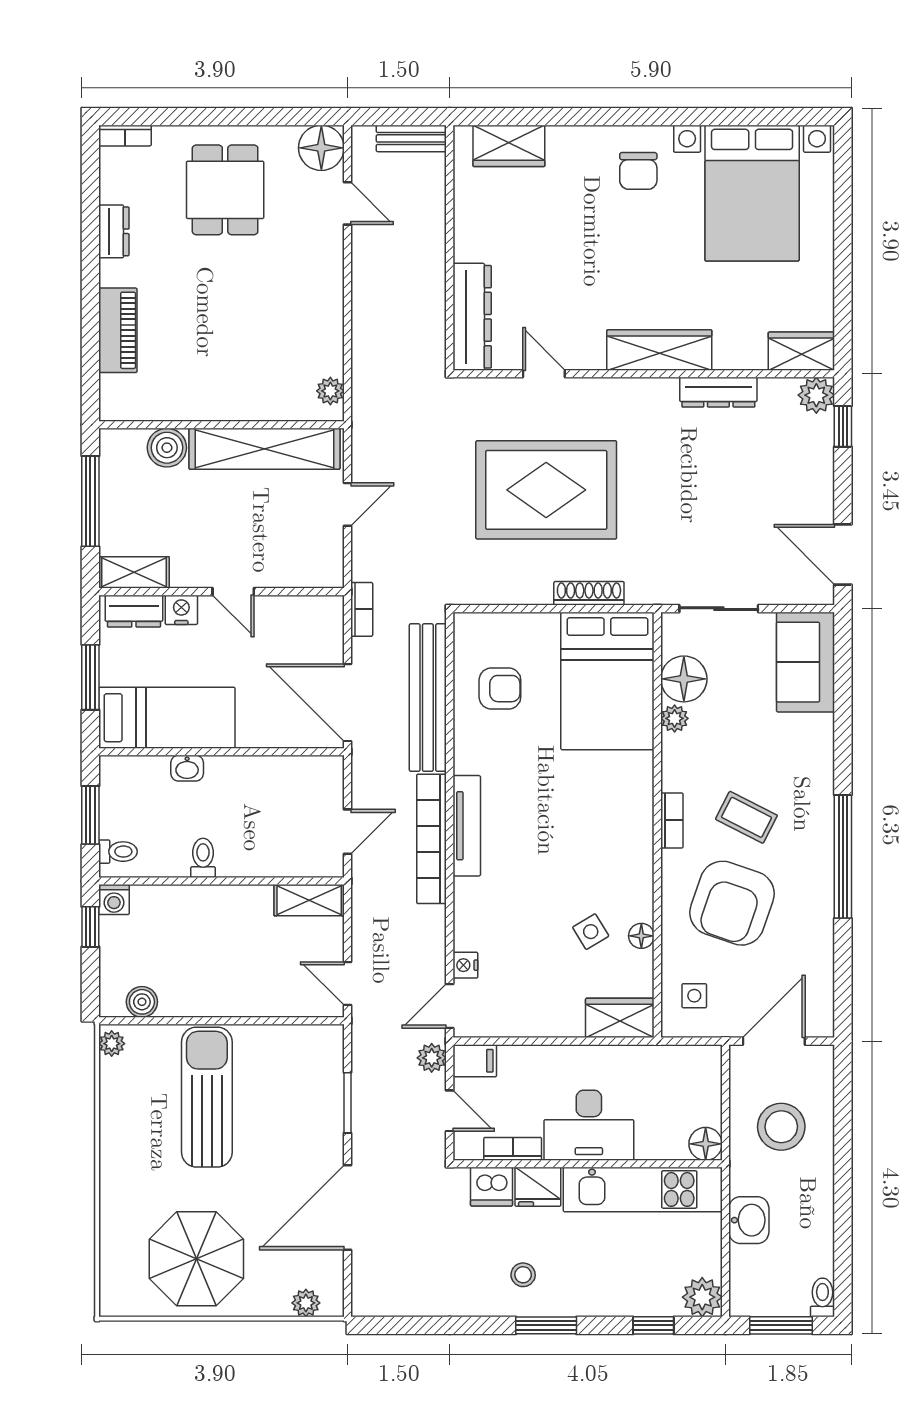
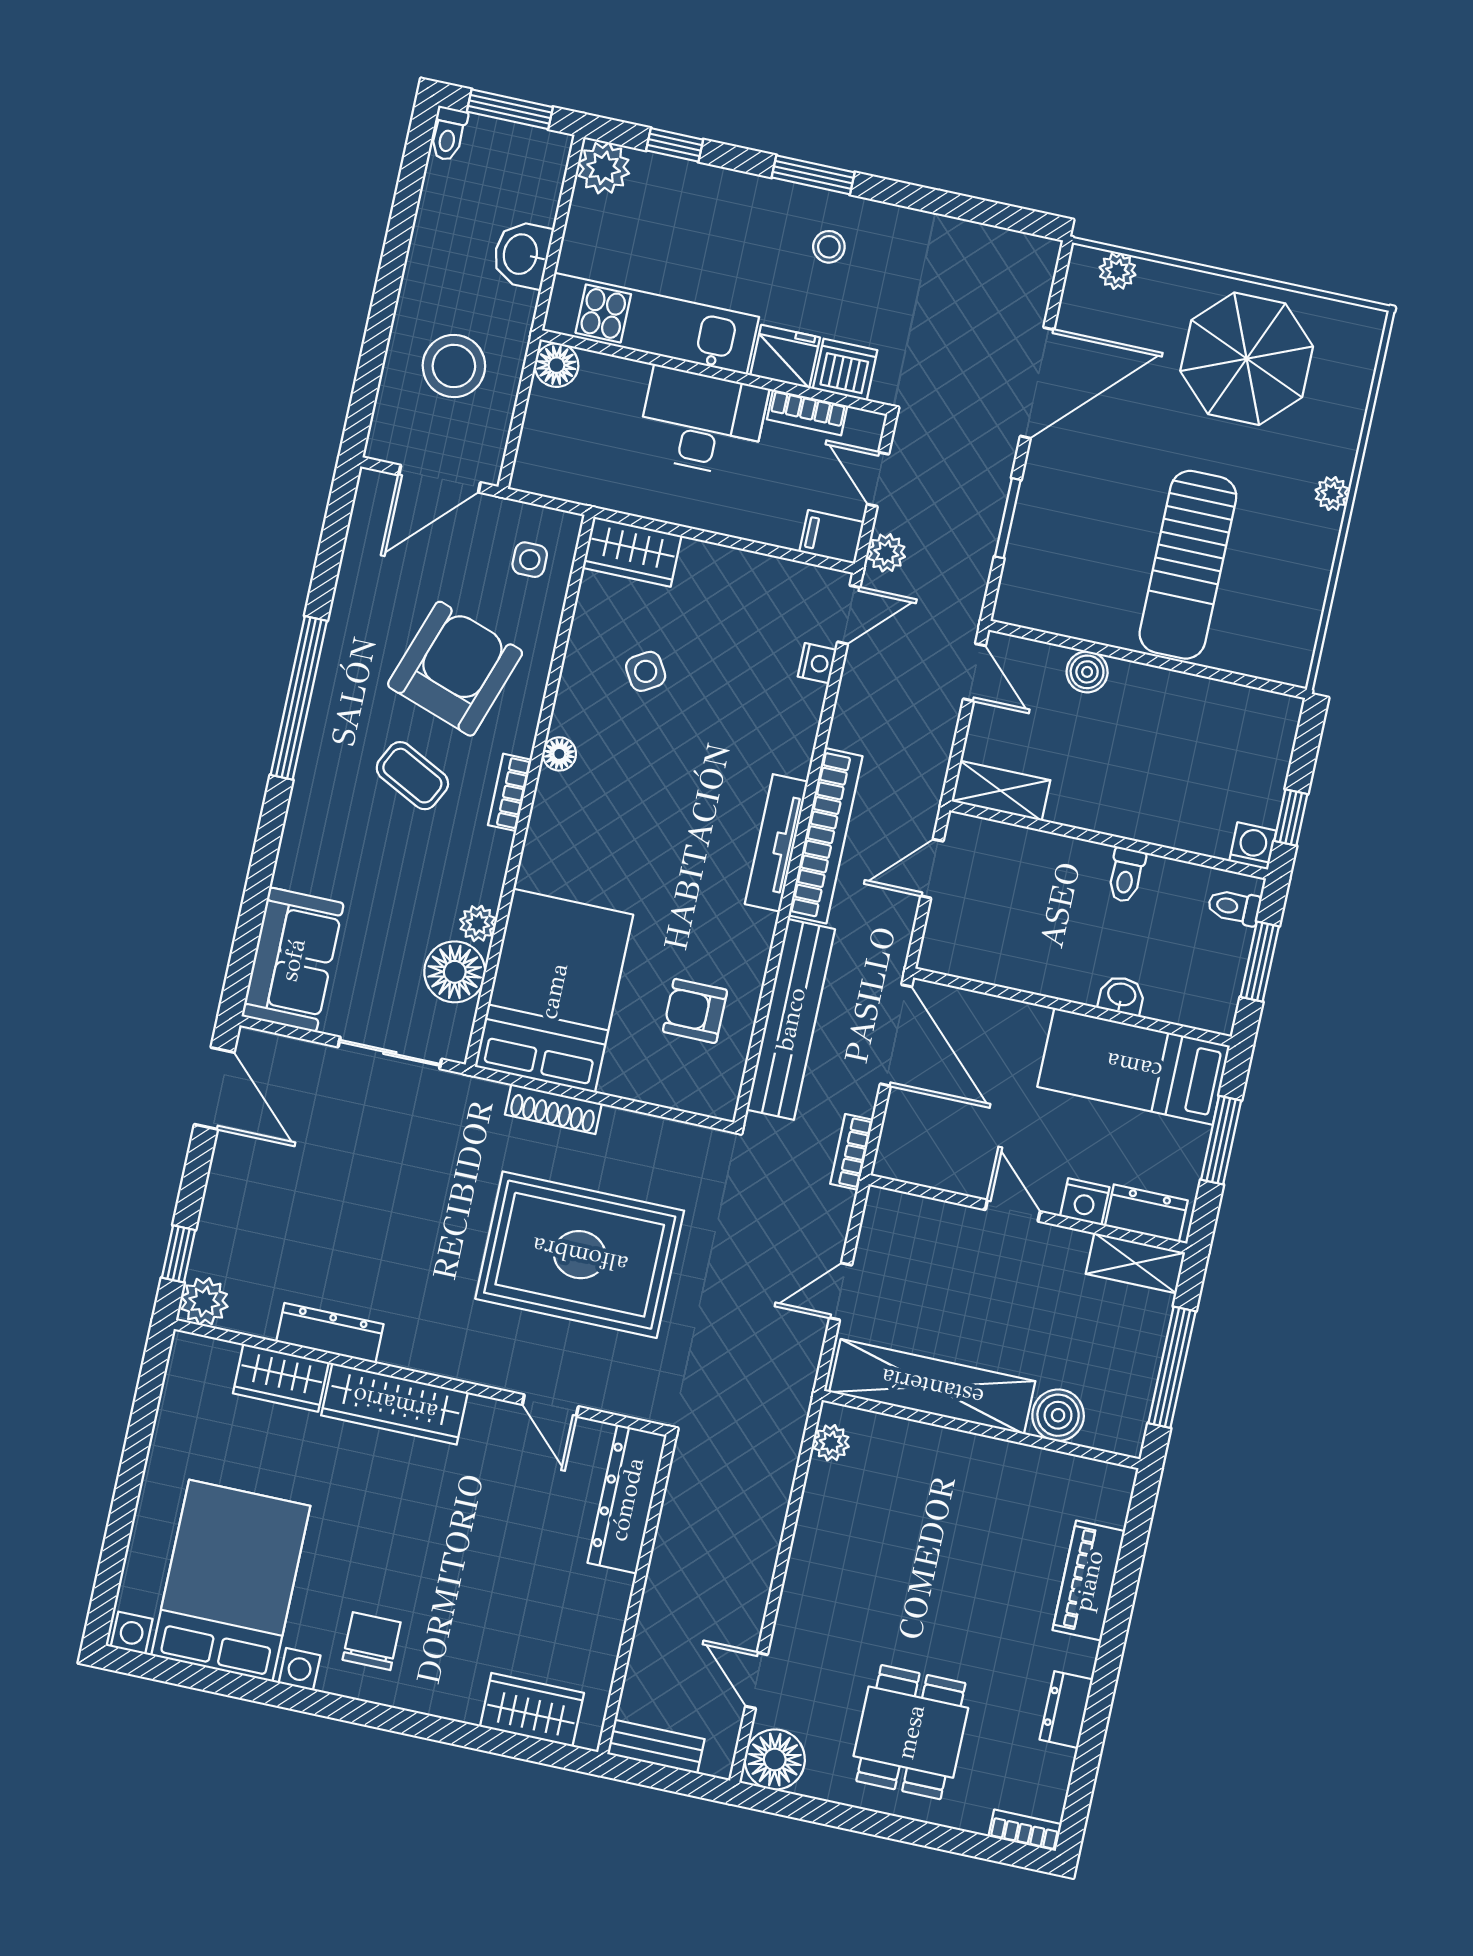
wardrobe: (801, 351) -> (281, 1378), moved
floor lamp: (641, 936) -> (559, 754), moved
boiler: (142, 1002) -> (1087, 672), moved
plant: (112, 1044) -> (1332, 493), moved

